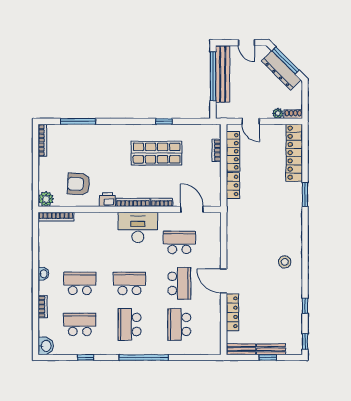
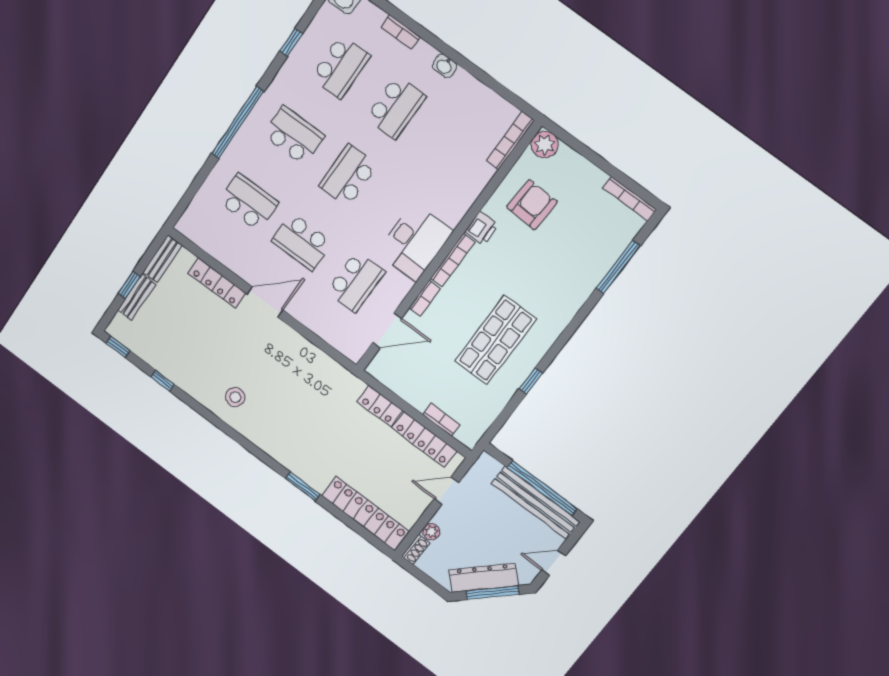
school desk: (130, 283) -> (348, 176), turned 180

